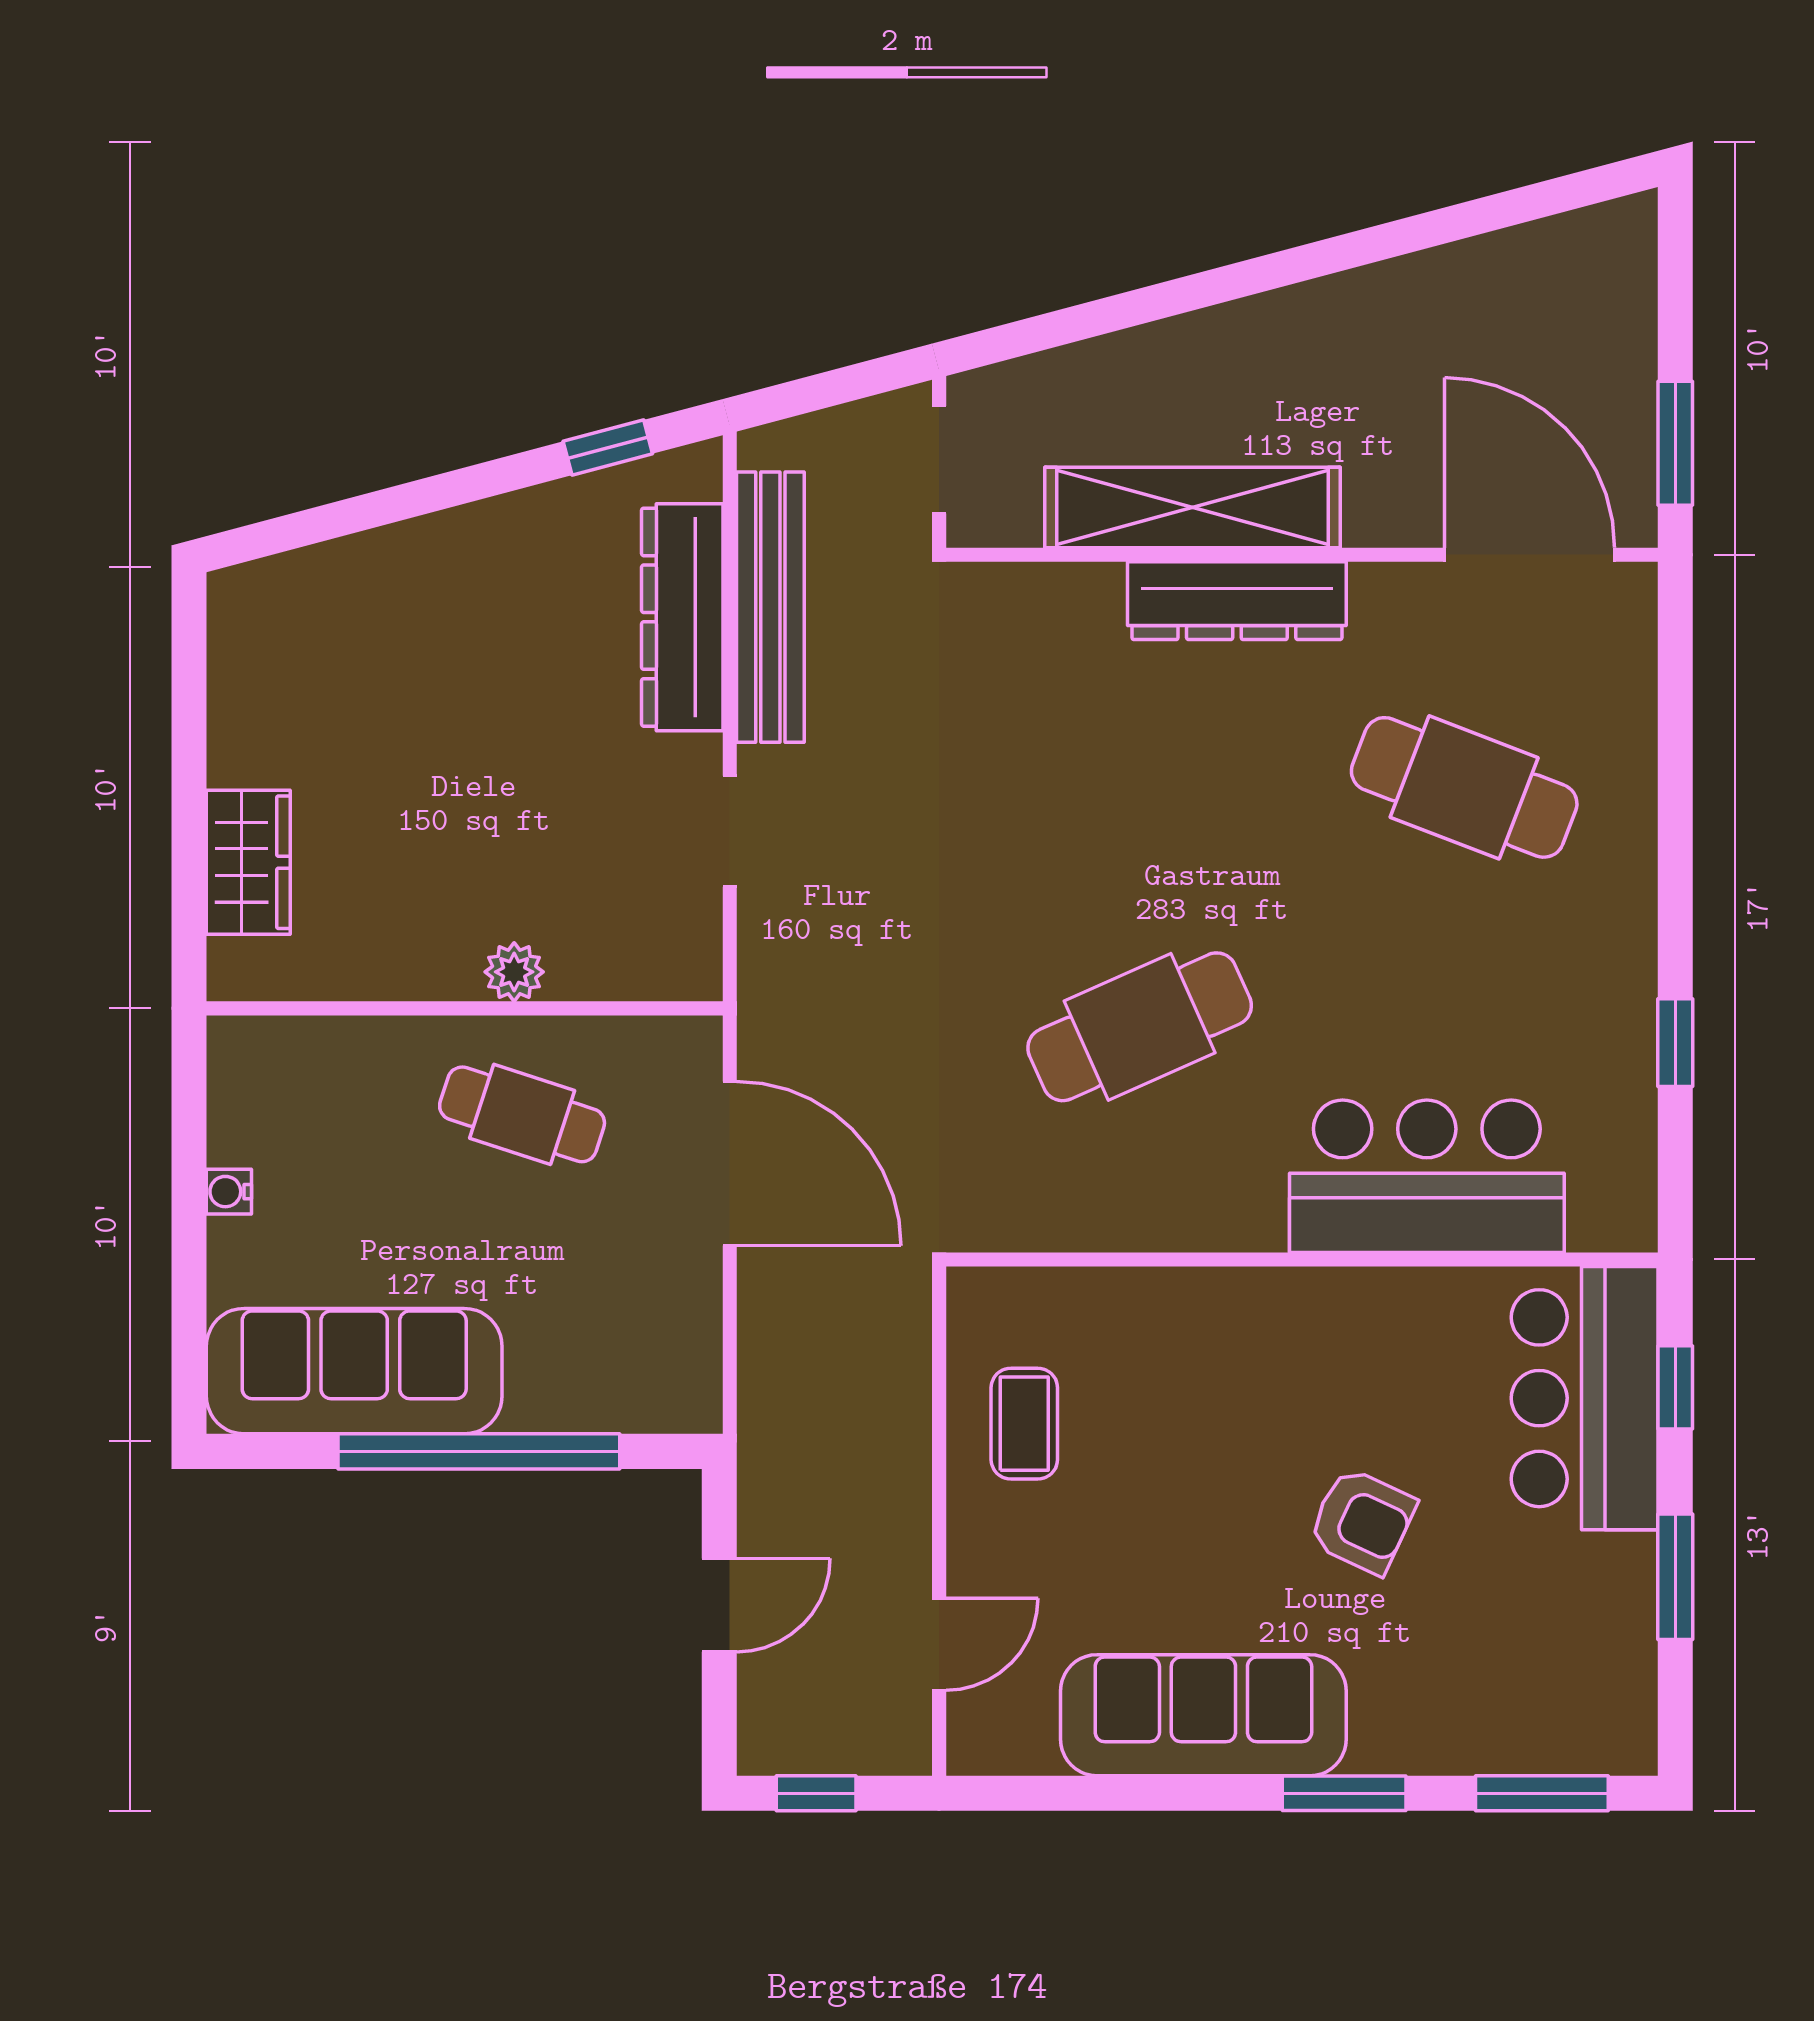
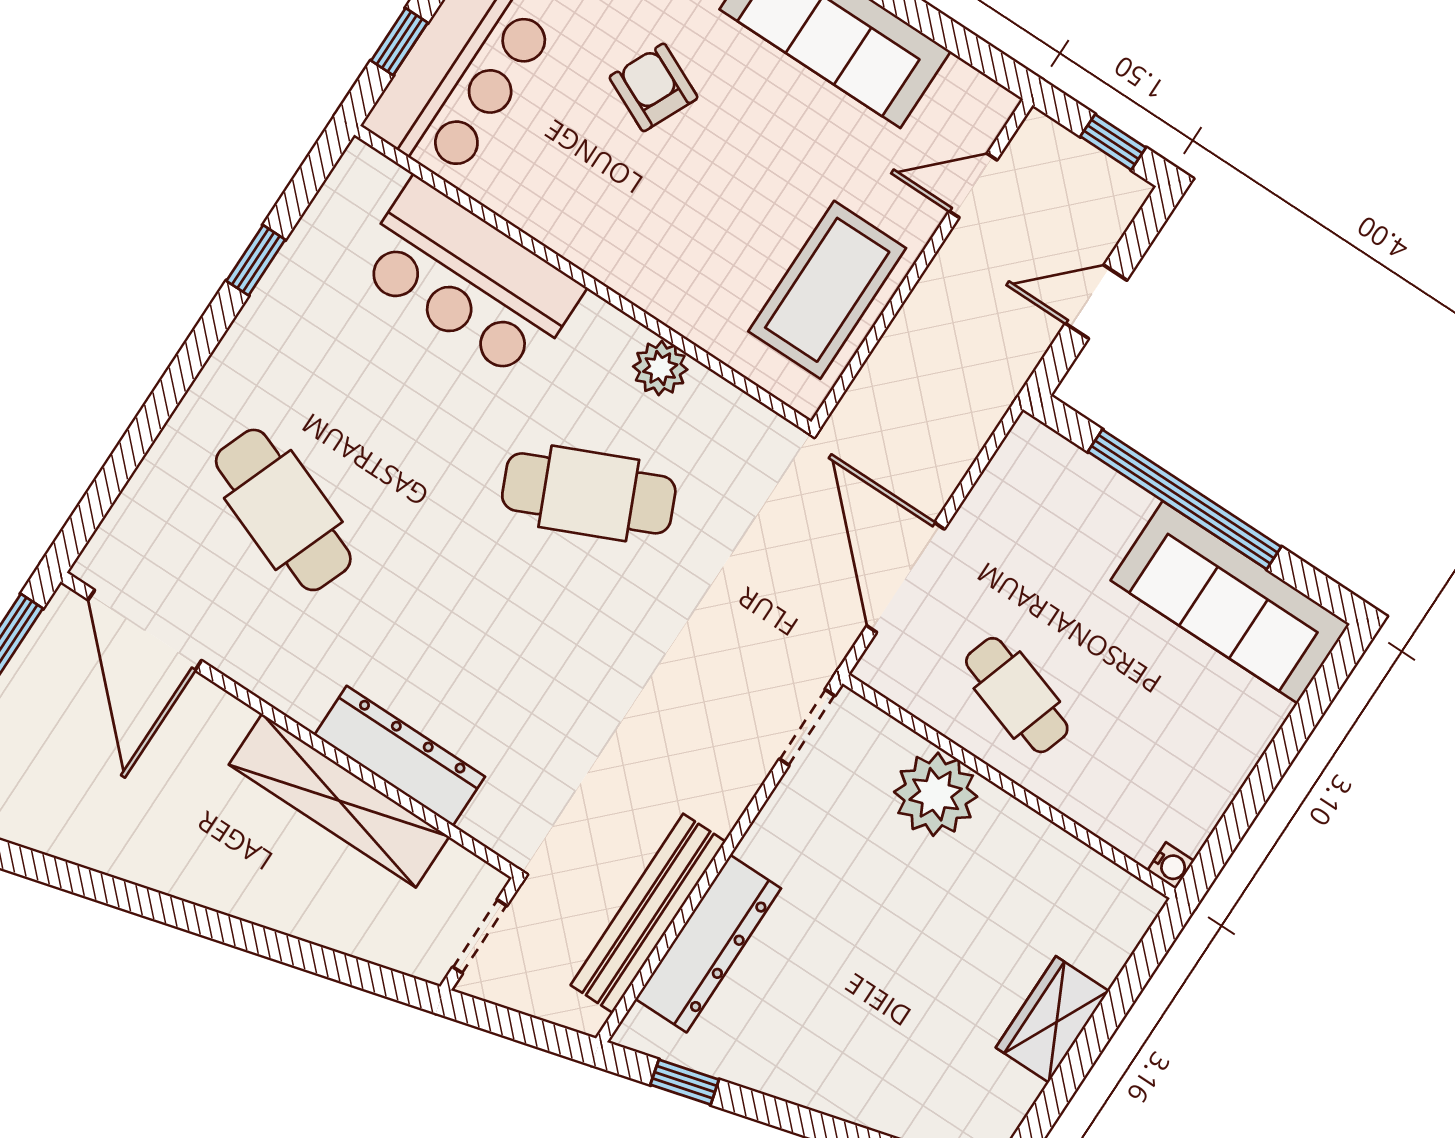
dresser: (1237, 601) -> (400, 756), moved
doorway: (730, 831) -> (807, 727), moved
wardrobe: (248, 862) -> (1052, 1019), moved
plant: (514, 972) -> (936, 794), width x1.88, depth x1.88
water cooler: (229, 1192) -> (1171, 866), moved
plant: (1152, 1217) -> (660, 368), added
coffee table: (1024, 1424) -> (827, 290), width x1.86, depth x1.72

